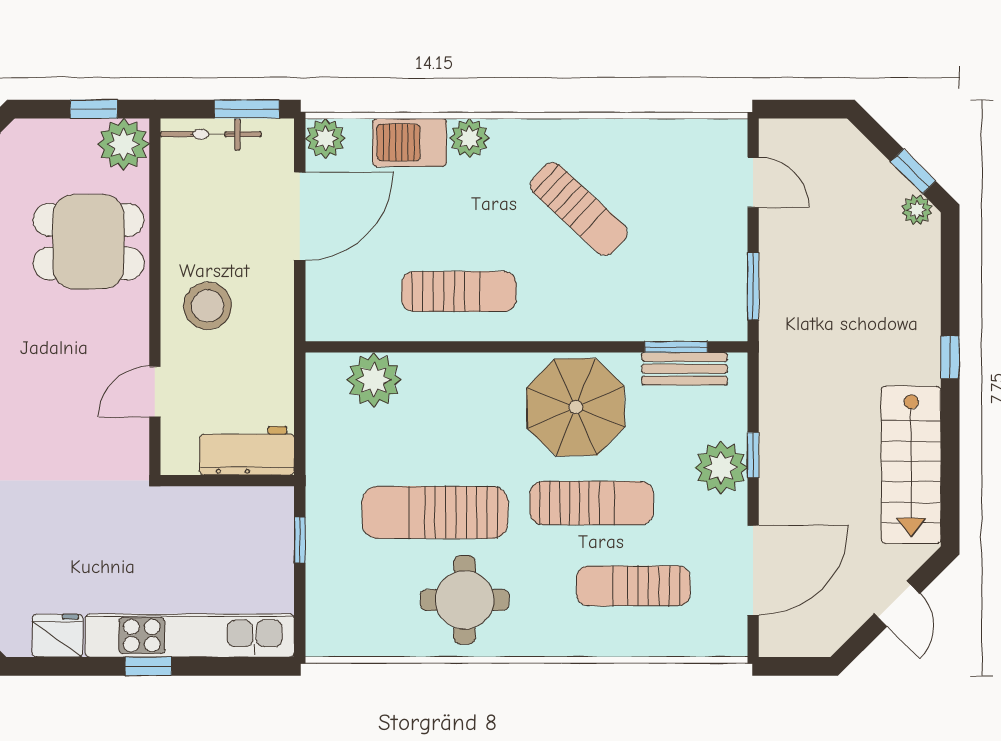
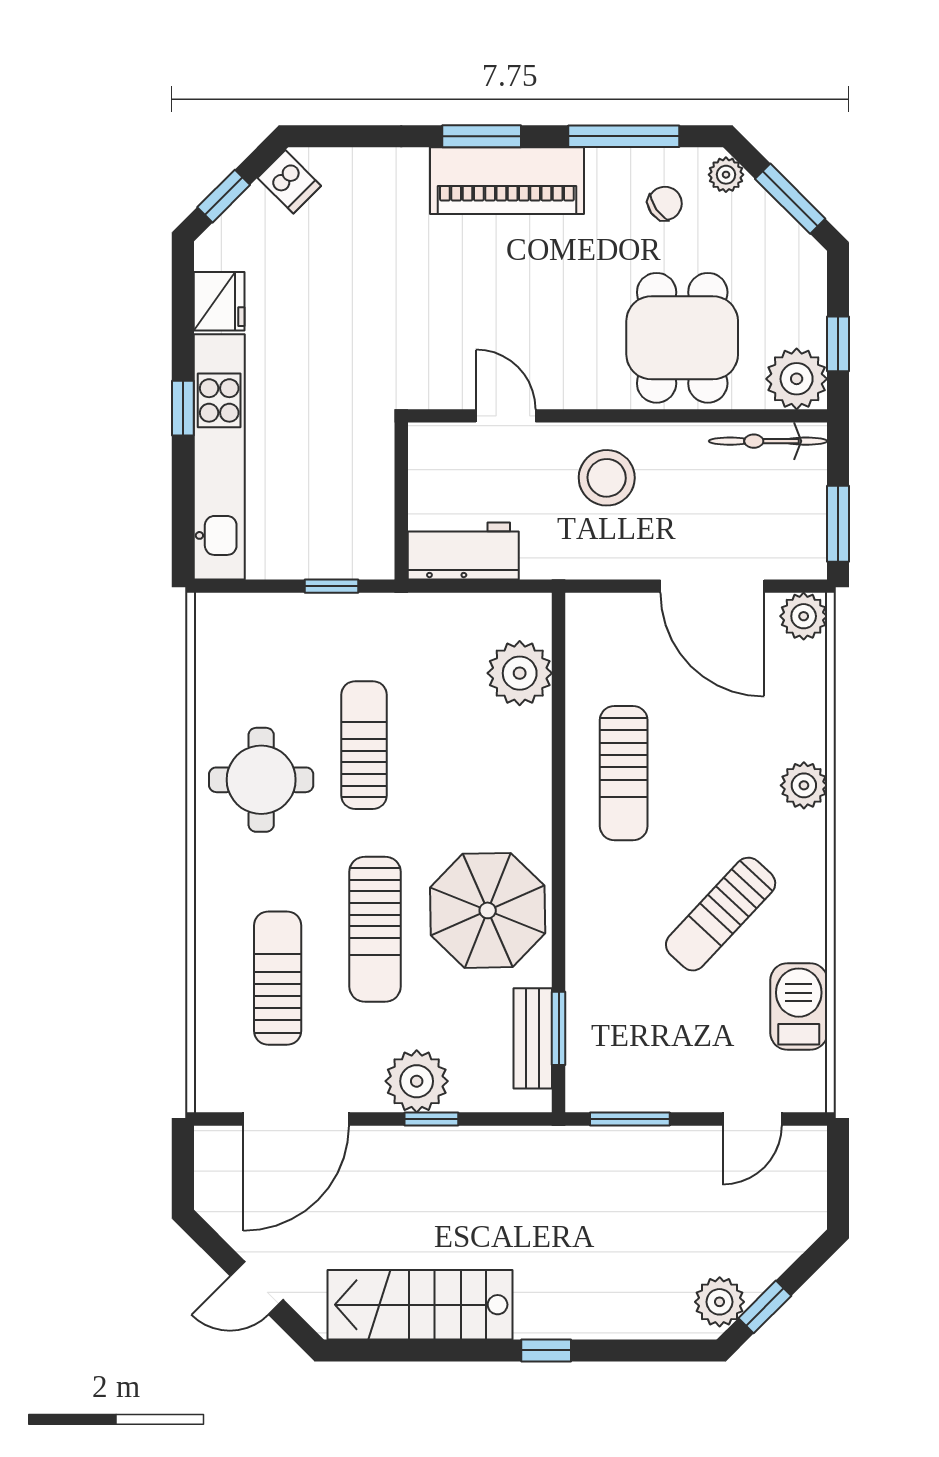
bicycle: (211, 134) -> (768, 441), moved, turned -90
barbecue: (410, 142) -> (799, 1006), moved
plant: (917, 210) -> (720, 1302), width x1.38, depth x1.38
workbench: (247, 451) -> (463, 551), moved, turned -90
sun lounger: (435, 512) -> (364, 745), width x0.73, depth x0.75
door: (753, 570) -> (296, 1119), hinge flipped

